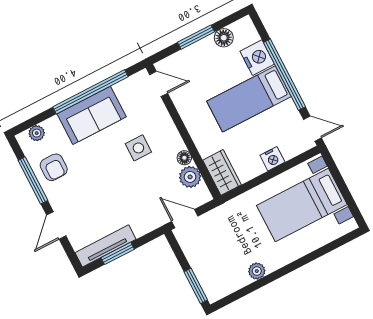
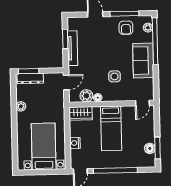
window: (196, 37) -> (157, 148), moved
nightstand: (257, 58) -> (131, 161), removed
window: (90, 92) -> (155, 41), moved
bed: (249, 99) -> (111, 128), moved, turned 180
armchair: (54, 167) -> (126, 28), turned -90
tv unit: (106, 246) -> (72, 48), moved
dresser: (206, 278) -> (30, 78), added

